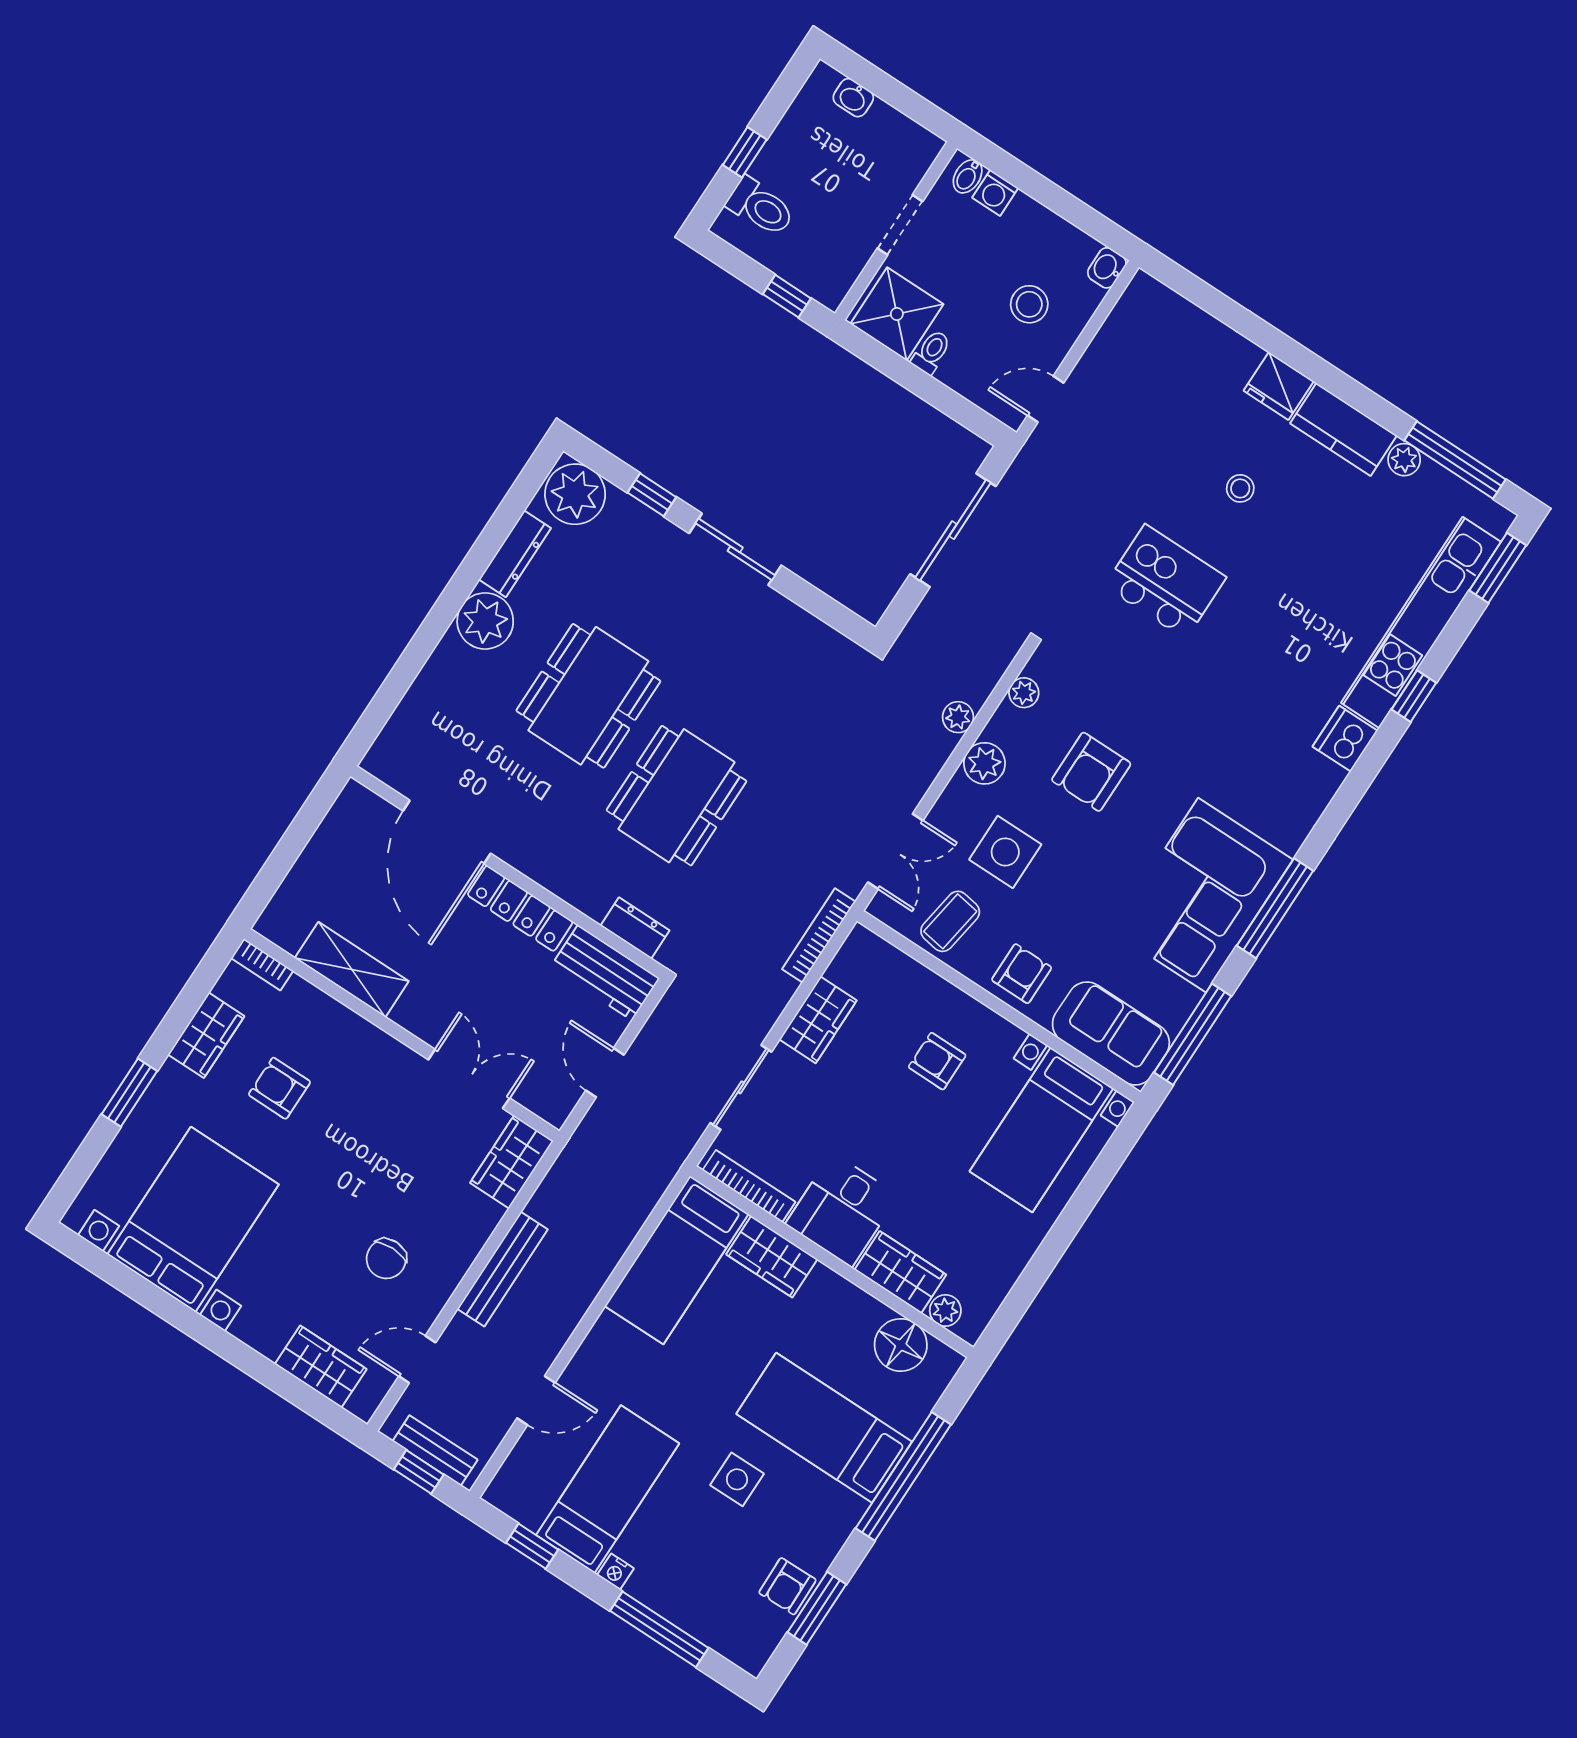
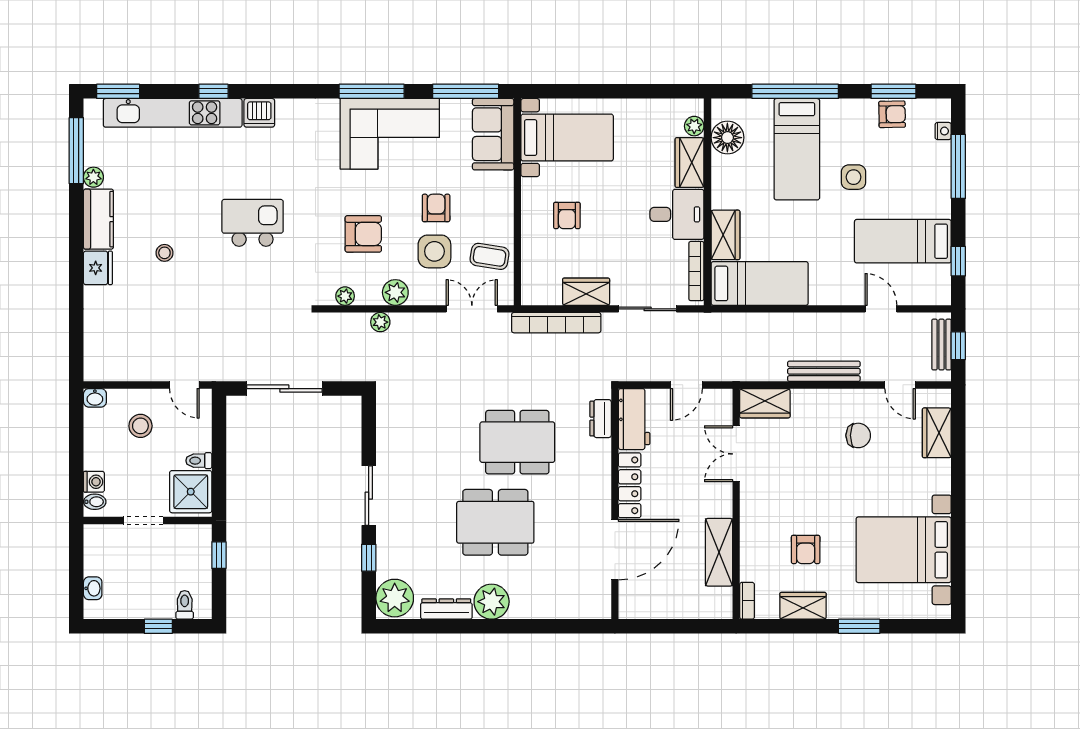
toilet: (761, 207) -> (185, 605), width x0.73, depth x0.72
kitchen island: (1165, 582) -> (253, 223), moved, turned 90
bookcase: (819, 935) -> (556, 323), width x1.48, depth x1.31
armchair: (1022, 974) -> (436, 208), moved, turned 90
nightstand: (616, 1572) -> (943, 131), moved

